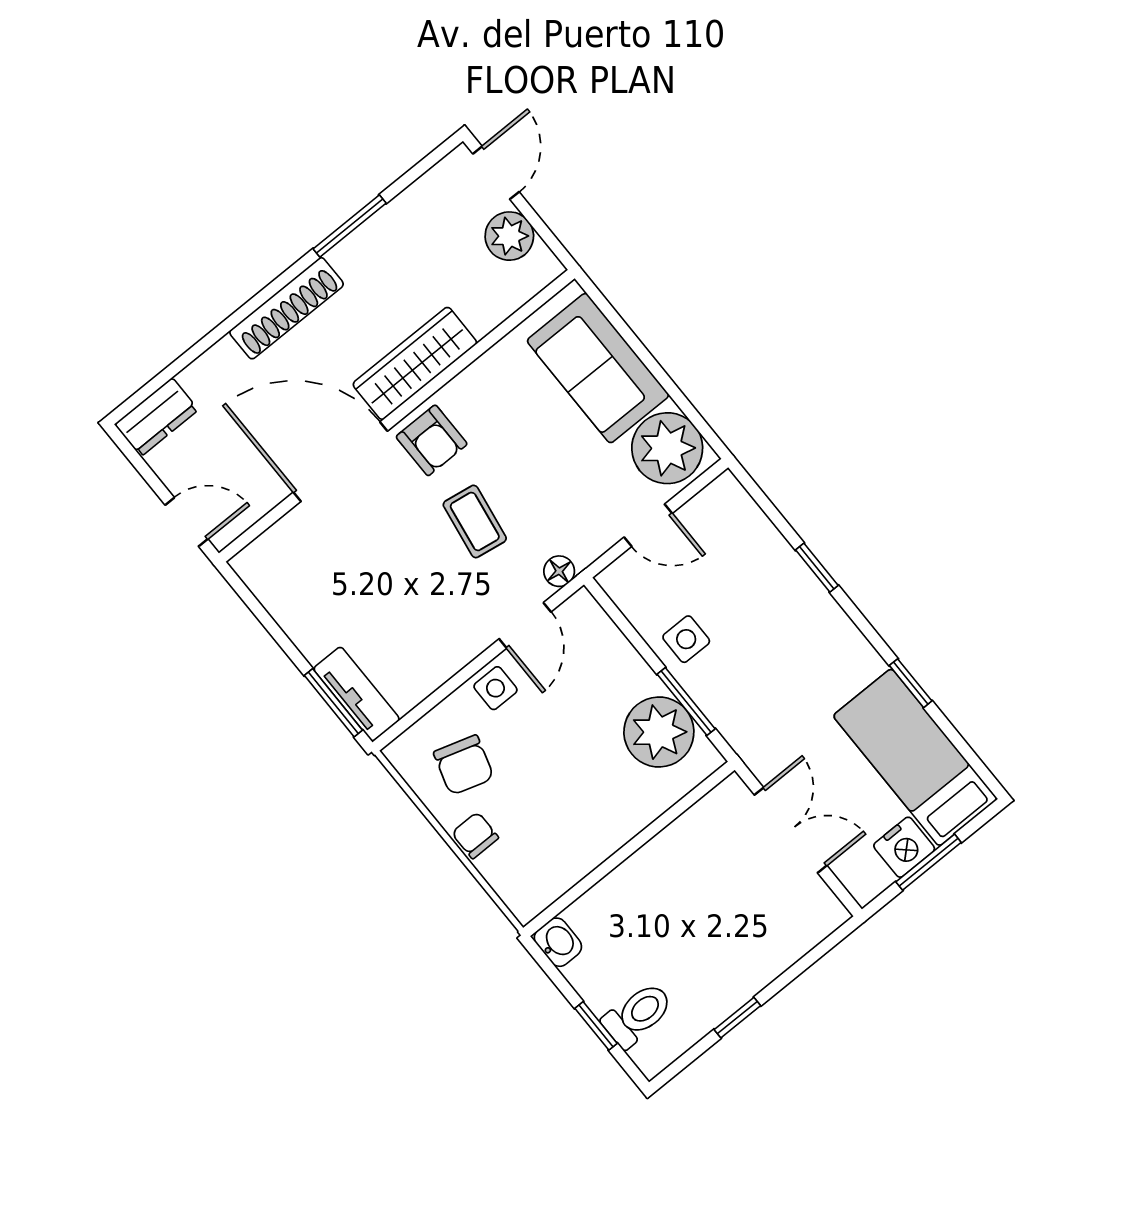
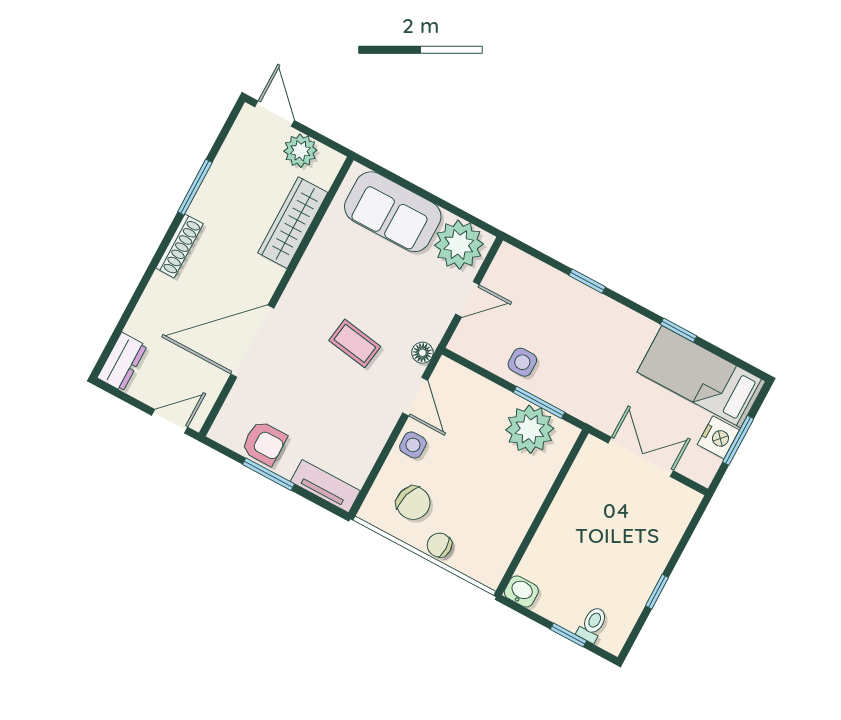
shoe rack: (286, 308) -> (180, 246), width x0.74, depth x0.81
wardrobe: (415, 363) -> (293, 223), moved
armchair: (432, 440) -> (264, 443), moved
window: (333, 703) -> (268, 474), moved
toilet: (638, 1015) -> (592, 624), width x0.73, depth x0.72

